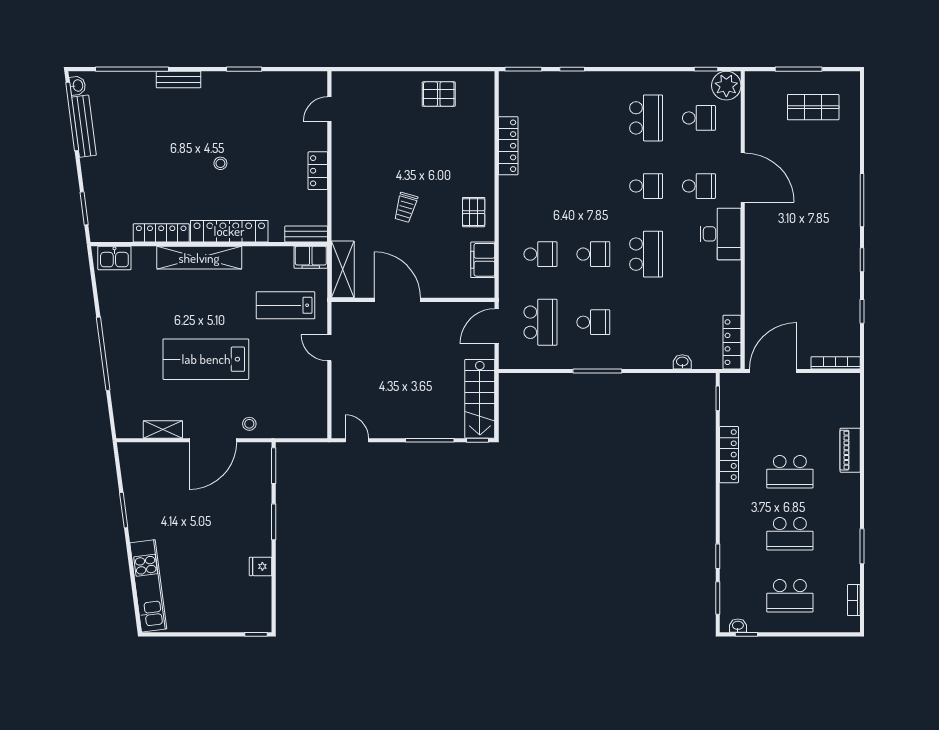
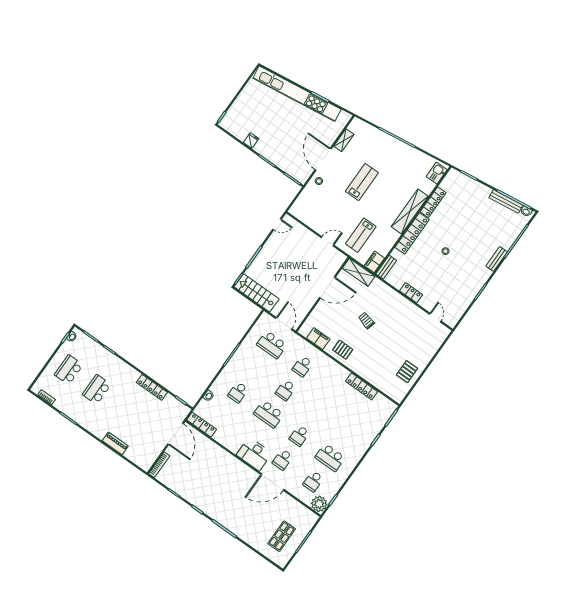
lab bench: (286, 305) -> (361, 235), turned 180
school desk: (593, 322) -> (238, 392), moved
lab bench: (206, 359) -> (362, 182), width x0.73, depth x0.72
school desk: (790, 472) -> (125, 409), removed
kitchen unit: (148, 586) -> (297, 94), width x1.86

